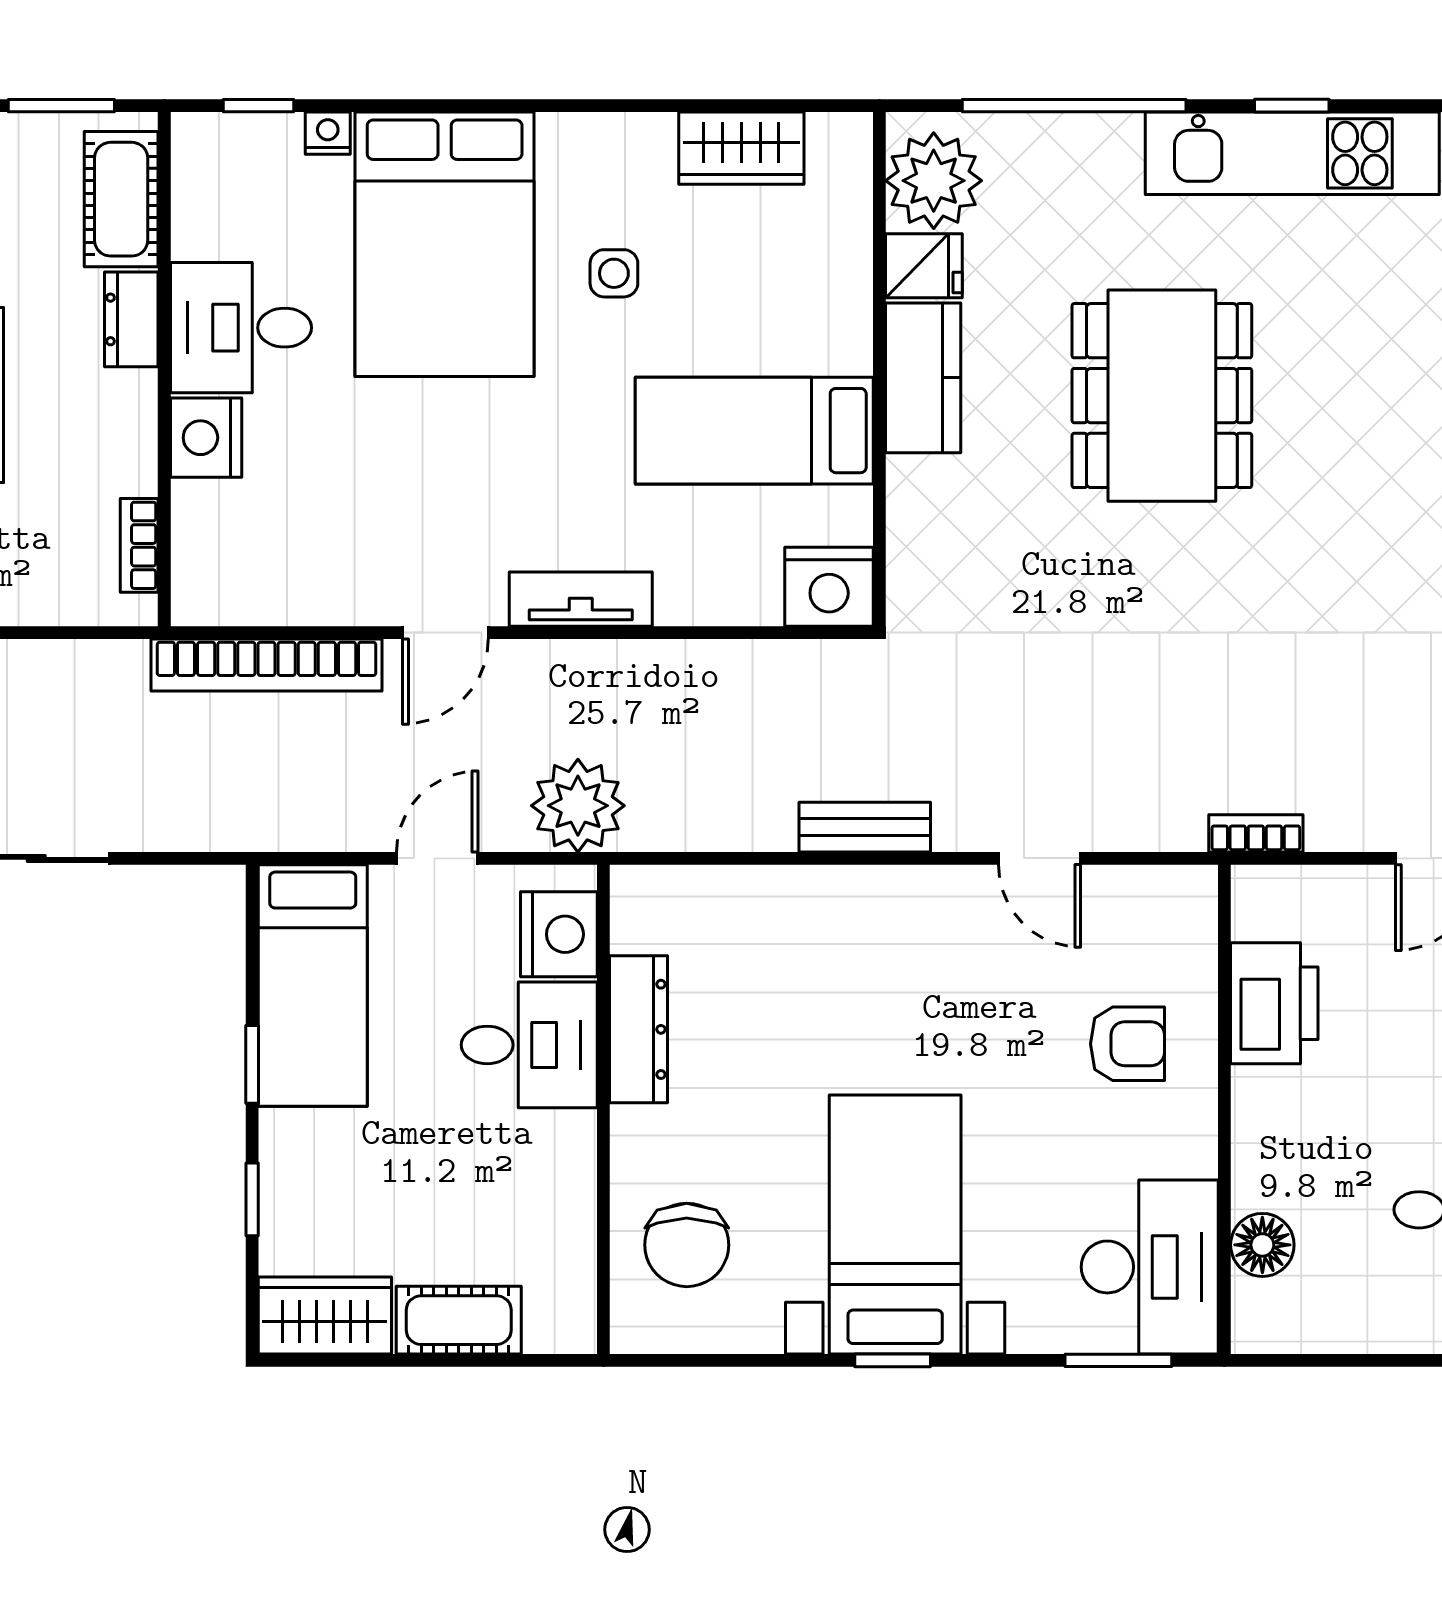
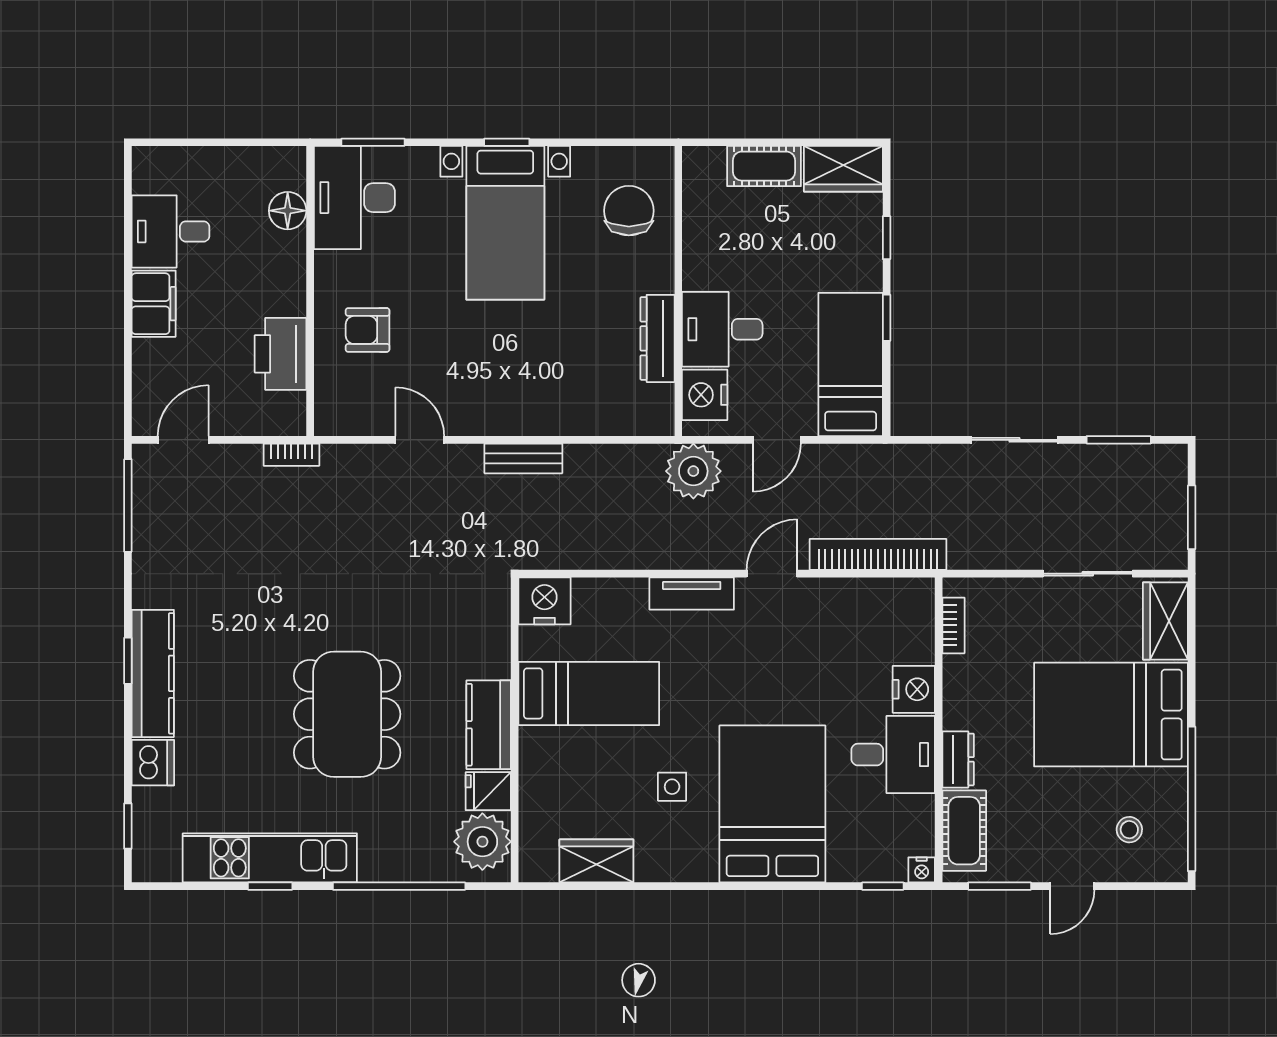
nightstand: (328, 133) -> (922, 870), moved

